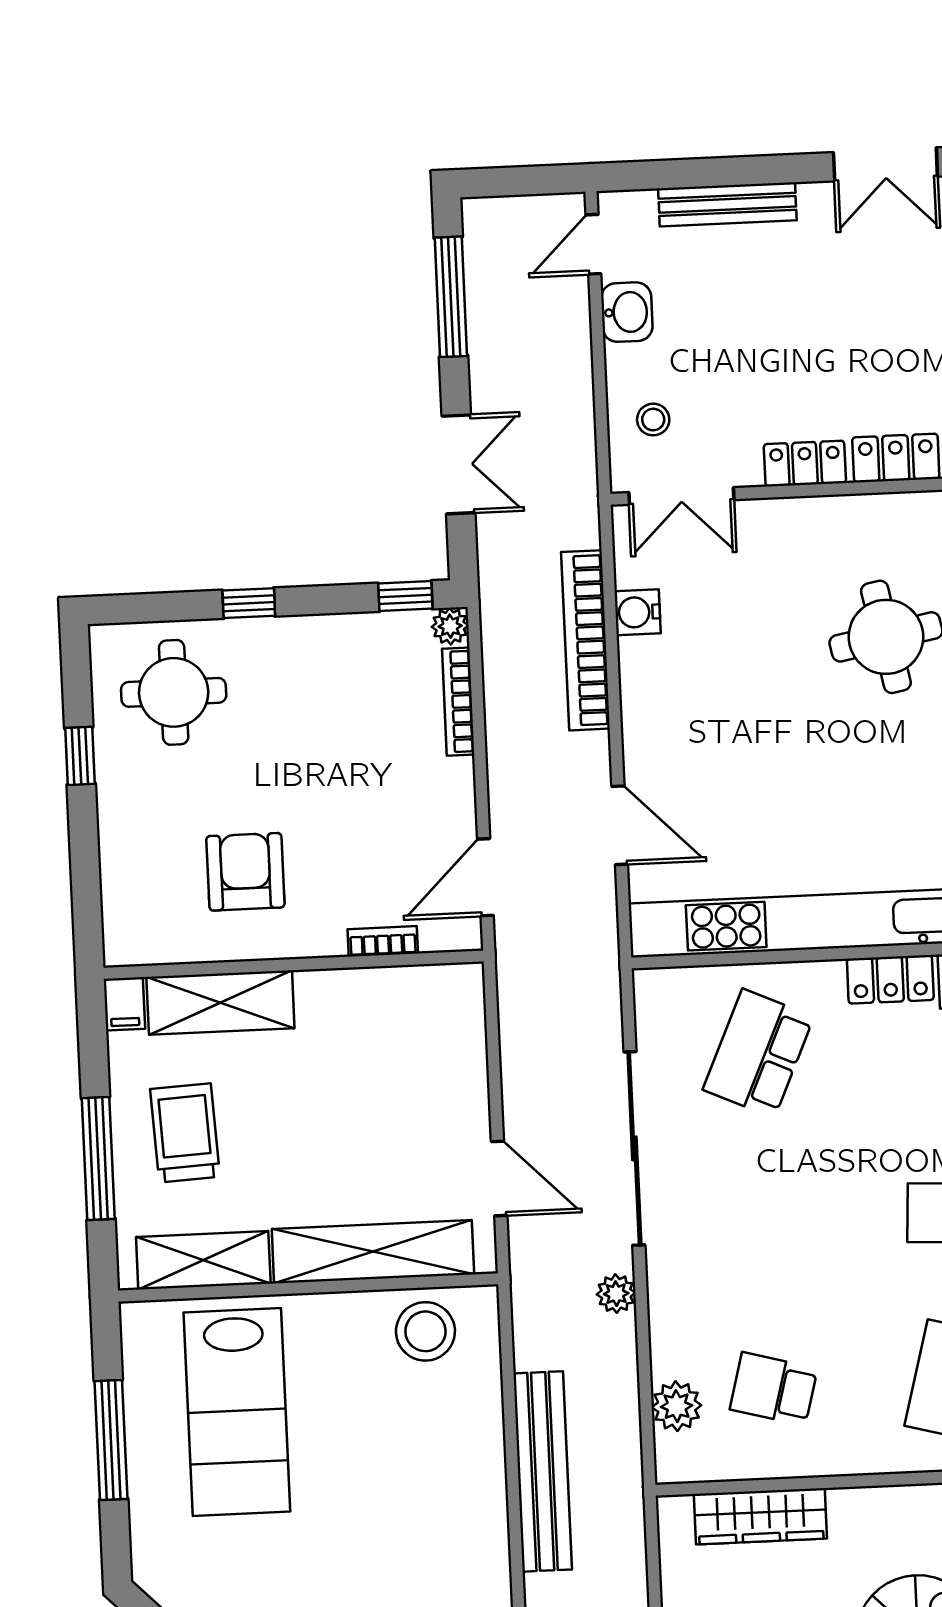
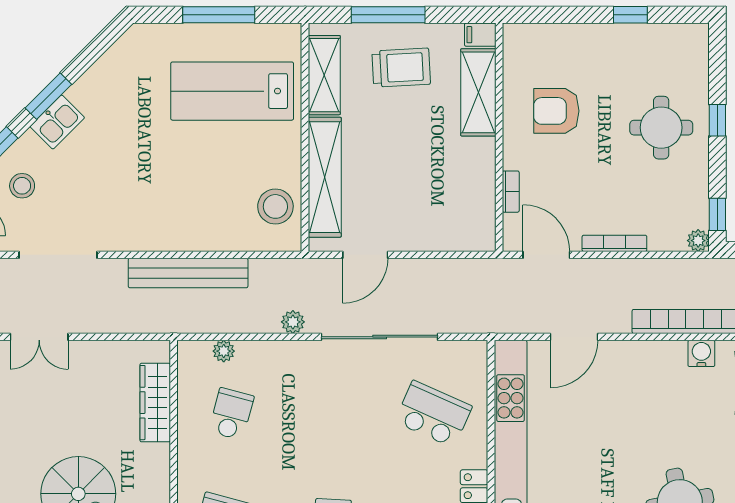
round table: (174, 692) -> (661, 128), moved
bookcase: (458, 702) -> (614, 243), moved
armchair: (245, 872) -> (556, 111), turned 180
plant: (677, 1406) -> (224, 351), width x0.73, depth x0.73

